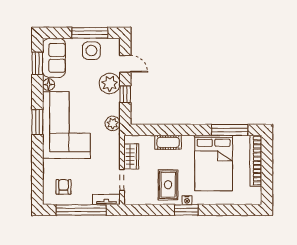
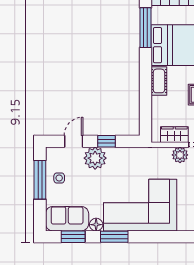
side table: (91, 51) -> (59, 178), width x0.54, depth x0.54
window: (37, 122) -> (114, 237), moved
plant: (113, 123) -> (180, 155), moved
cot: (168, 142) -> (159, 81), moved

